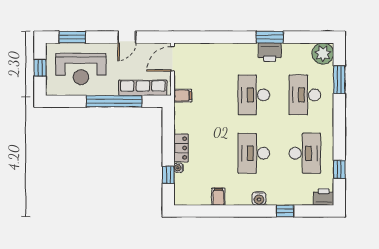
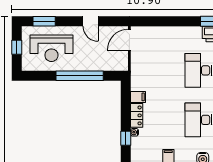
door: (127, 37) -> (91, 21), hinge flipped
row of seats: (143, 88) -> (104, 64), removed
filing cabinet: (183, 96) -> (138, 97), moved

